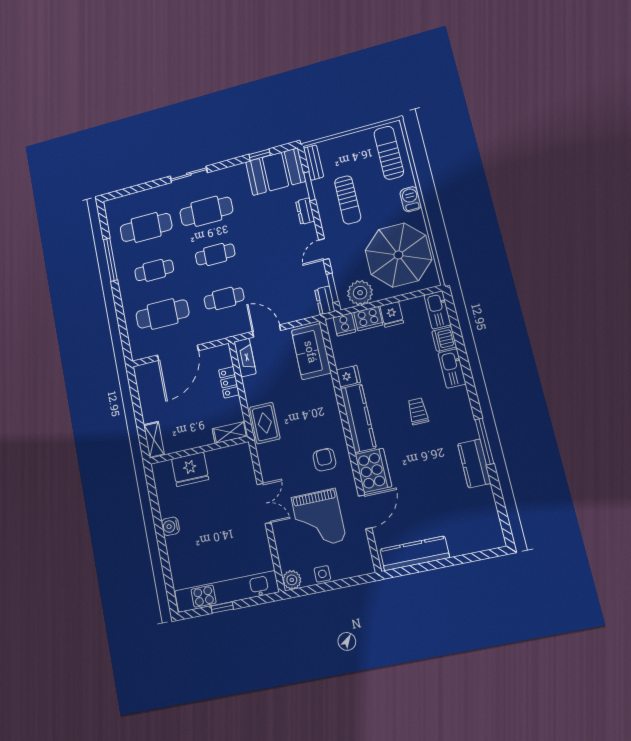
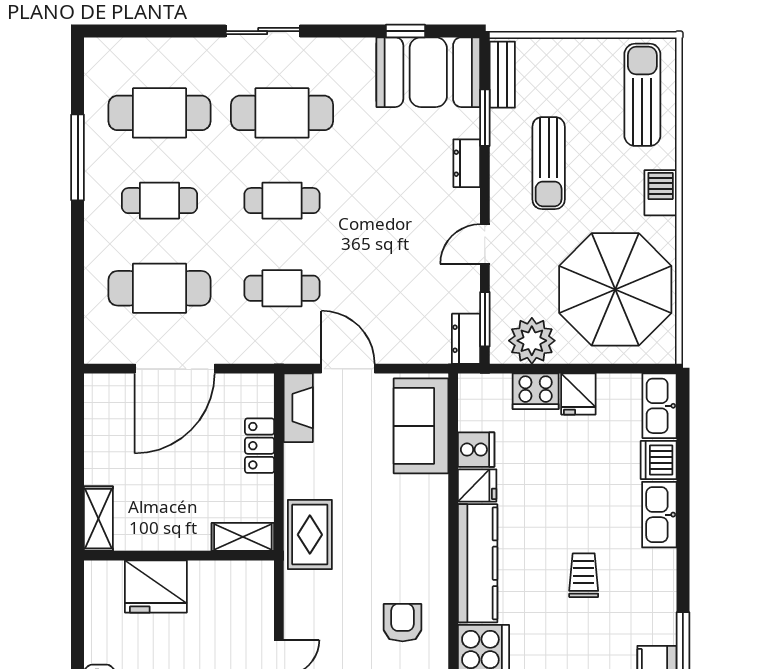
cooker: (344, 325) -> (476, 450), moved, turned -90

